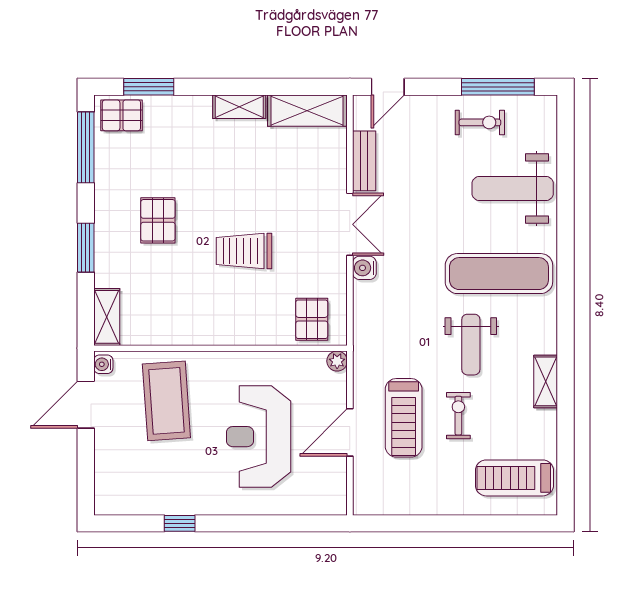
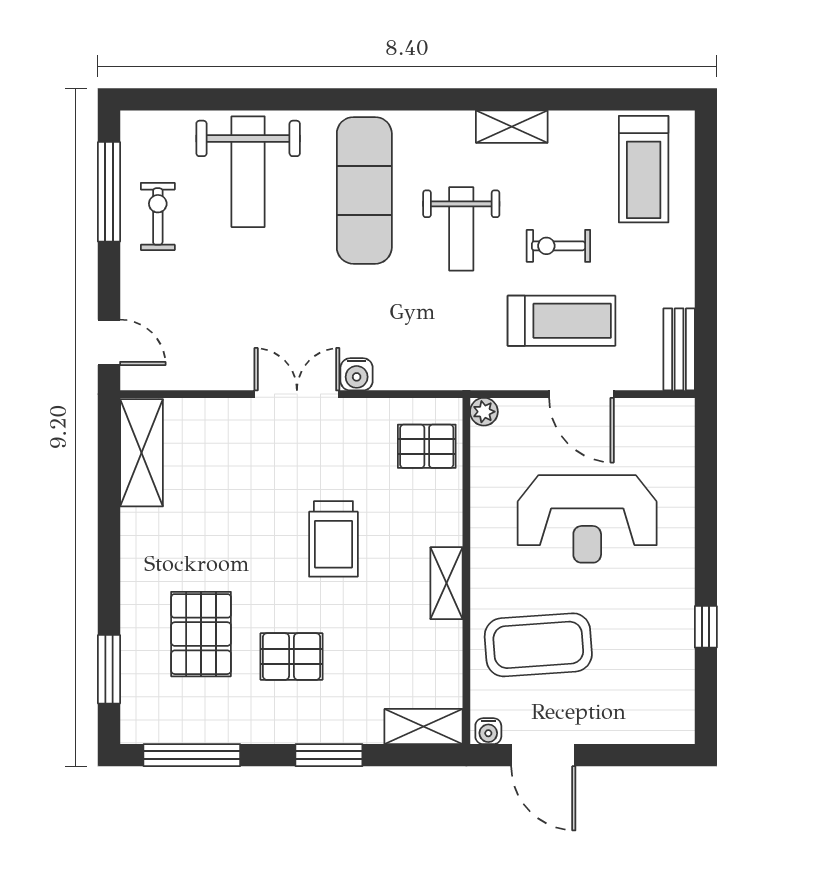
shelving: (239, 107) -> (446, 583), moved
pallet: (121, 115) -> (201, 634), moved, width x1.50, depth x1.42
bench: (364, 161) -> (679, 349), moved, turned 90
weight bench: (471, 345) -> (461, 229), turned 90

